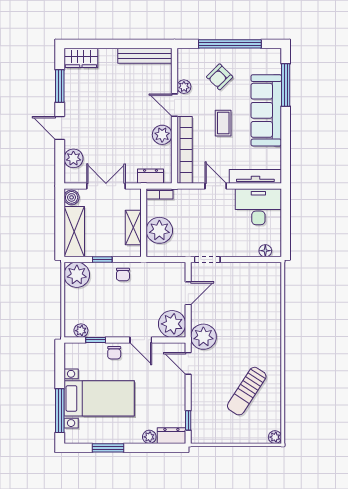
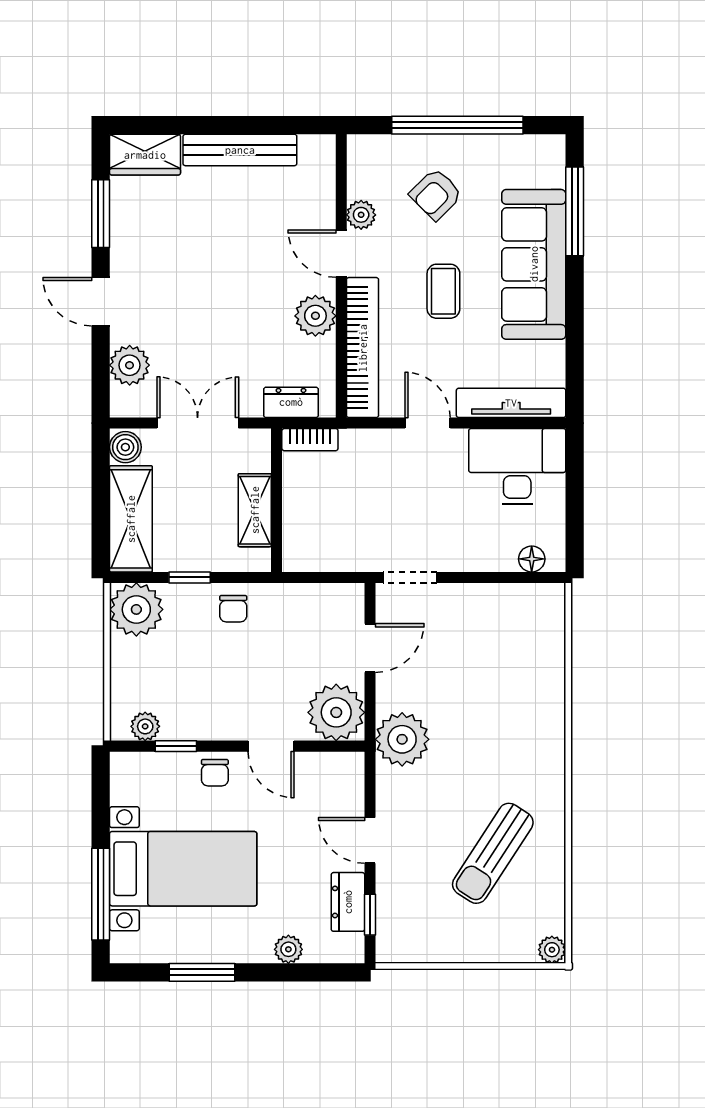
bench: (145, 56) -> (240, 150), moved
plant: (159, 230) -> (309, 516), removed
door: (188, 363) -> (370, 840), moved
dresser: (171, 436) -> (348, 902), moved, turned -90

